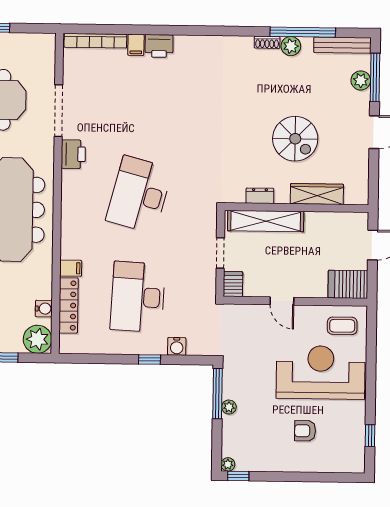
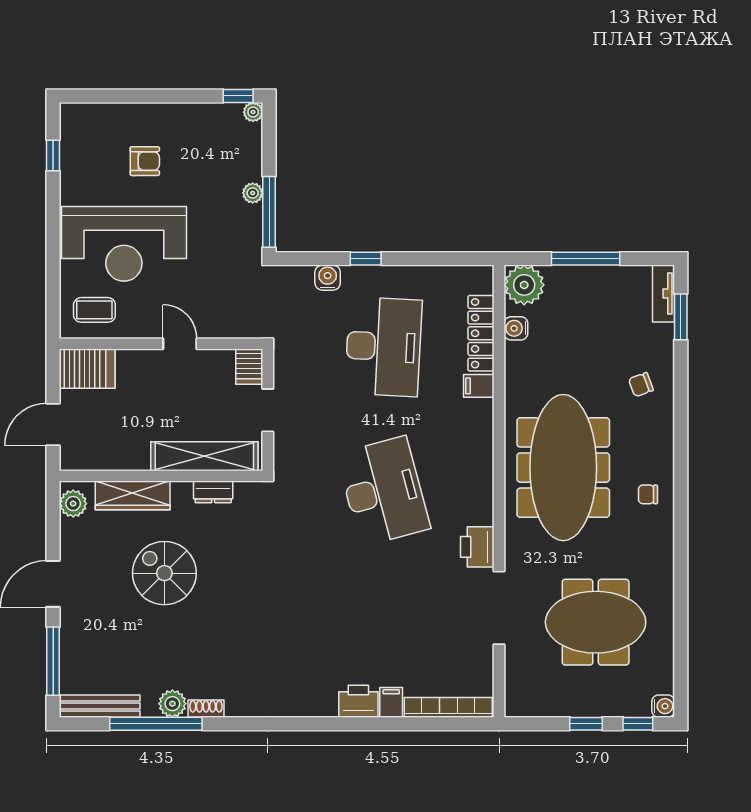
plant: (361, 80) -> (73, 504), moved
desk: (139, 195) -> (383, 491), turned -30

